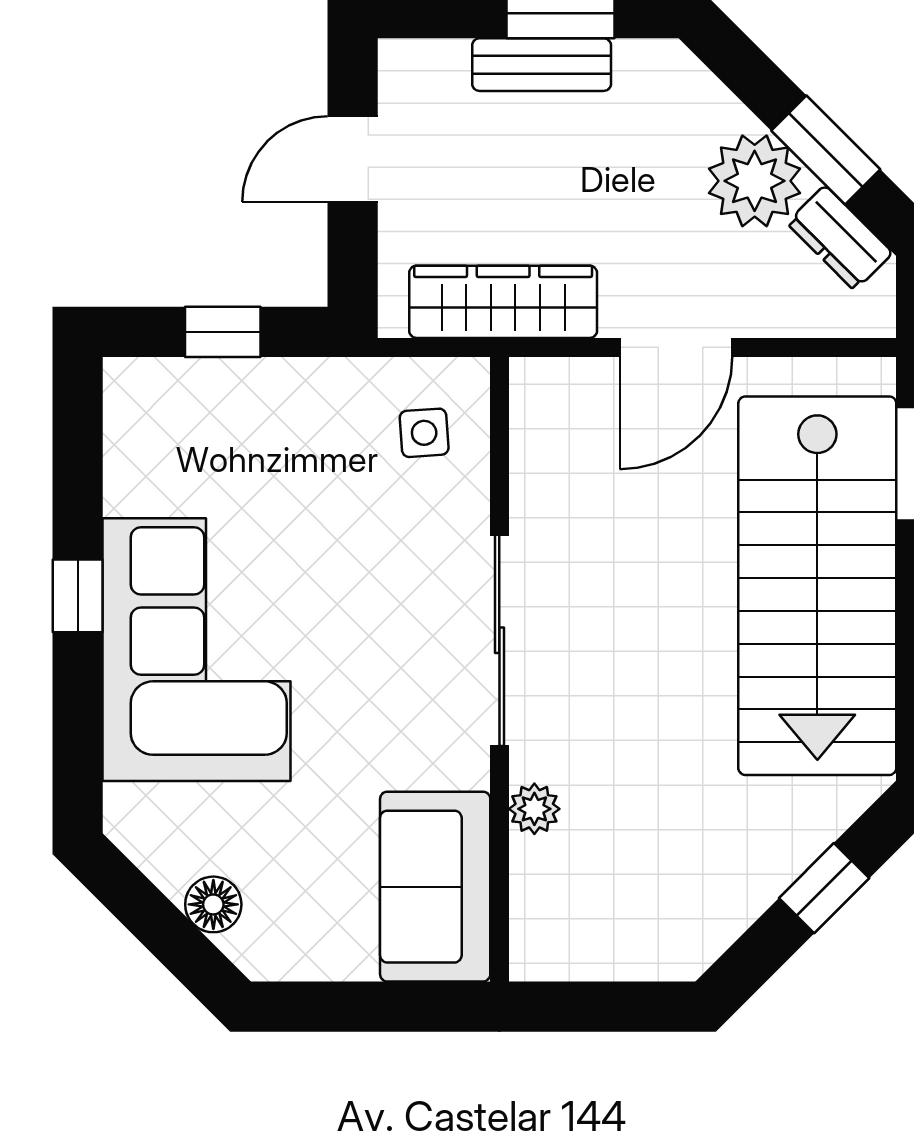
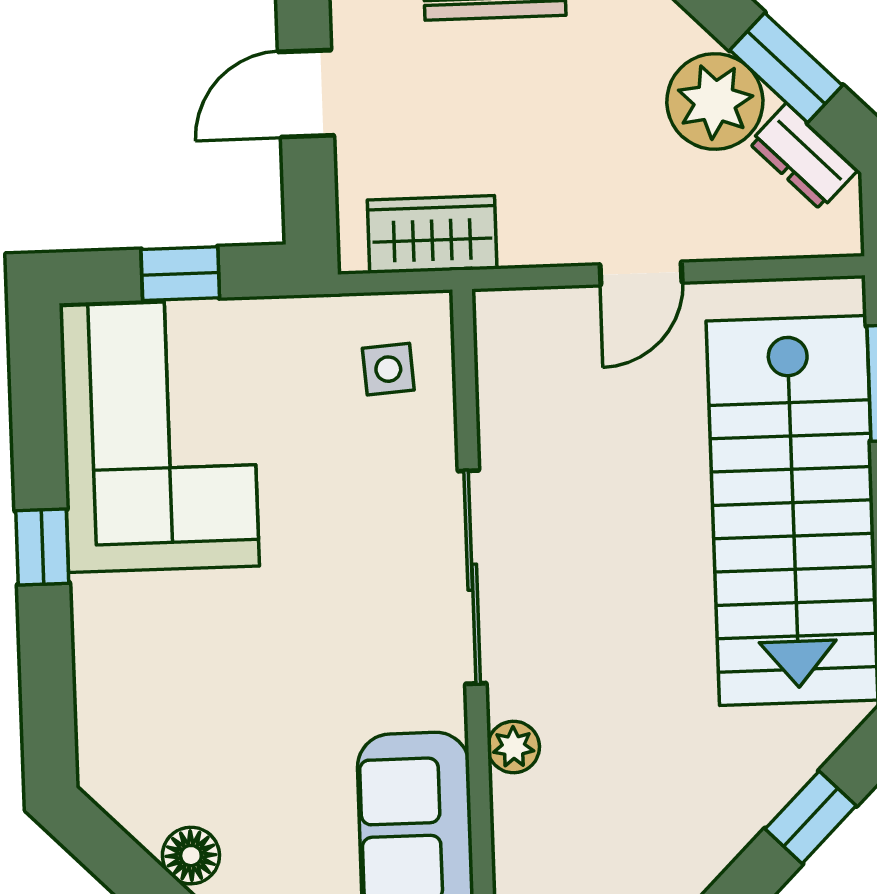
wardrobe: (503, 302) -> (432, 234), width x0.67
door: (676, 347) -> (641, 273), width x0.73
corner sofa: (197, 650) -> (159, 436), moved

